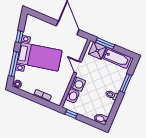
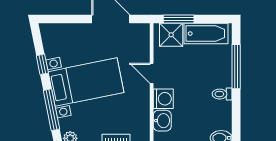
window: (126, 83) -> (236, 67), width x1.44

